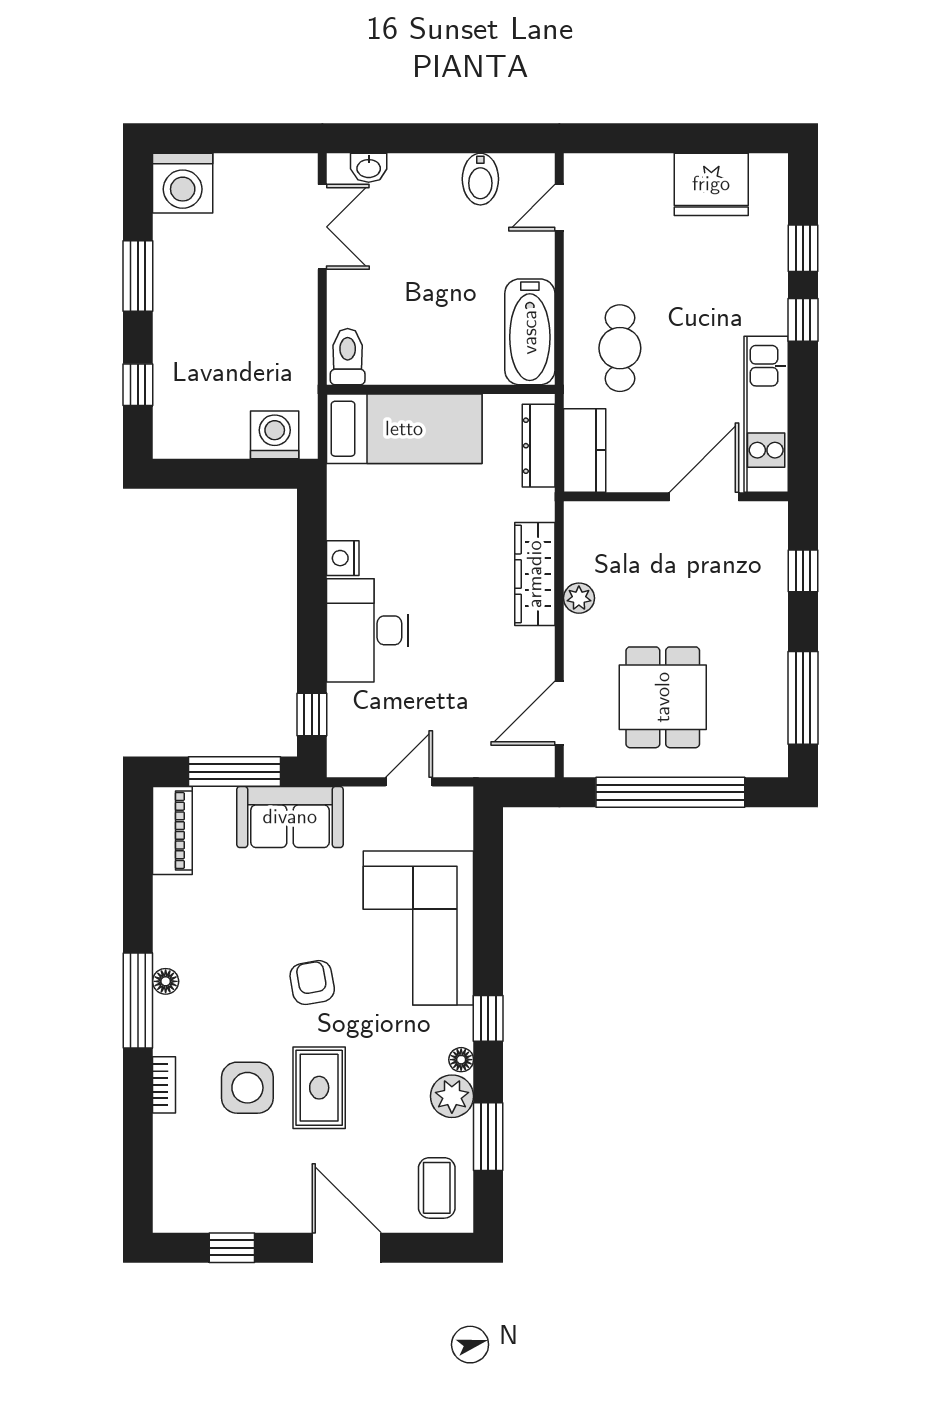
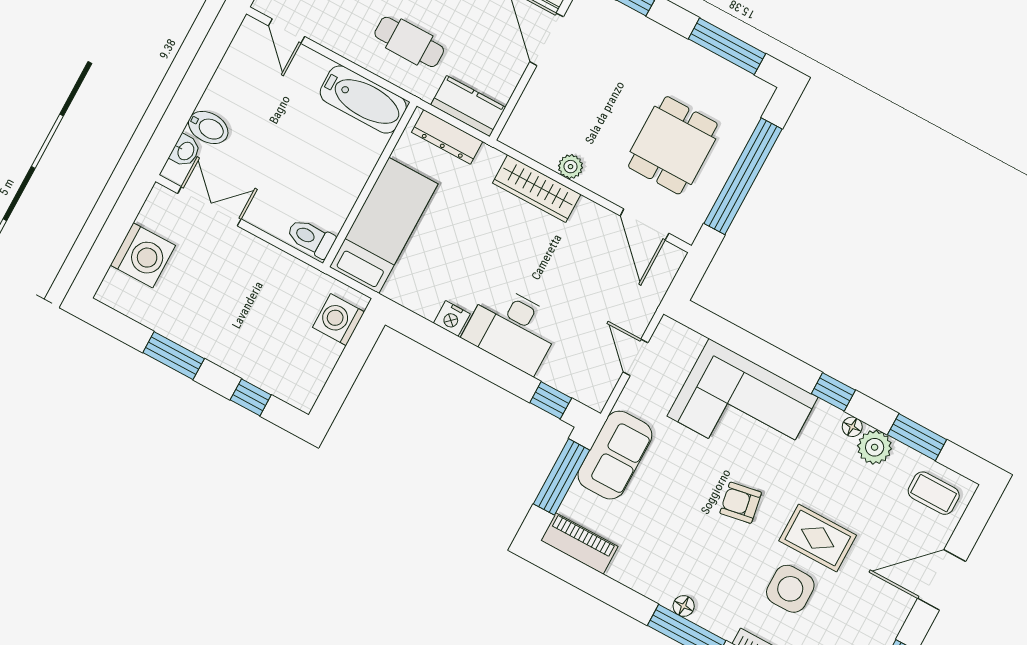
bidet: (480, 179) -> (208, 127), moved
washing machine: (183, 183) -> (143, 255), moved
dining table: (663, 697) -> (673, 145), turned 90

